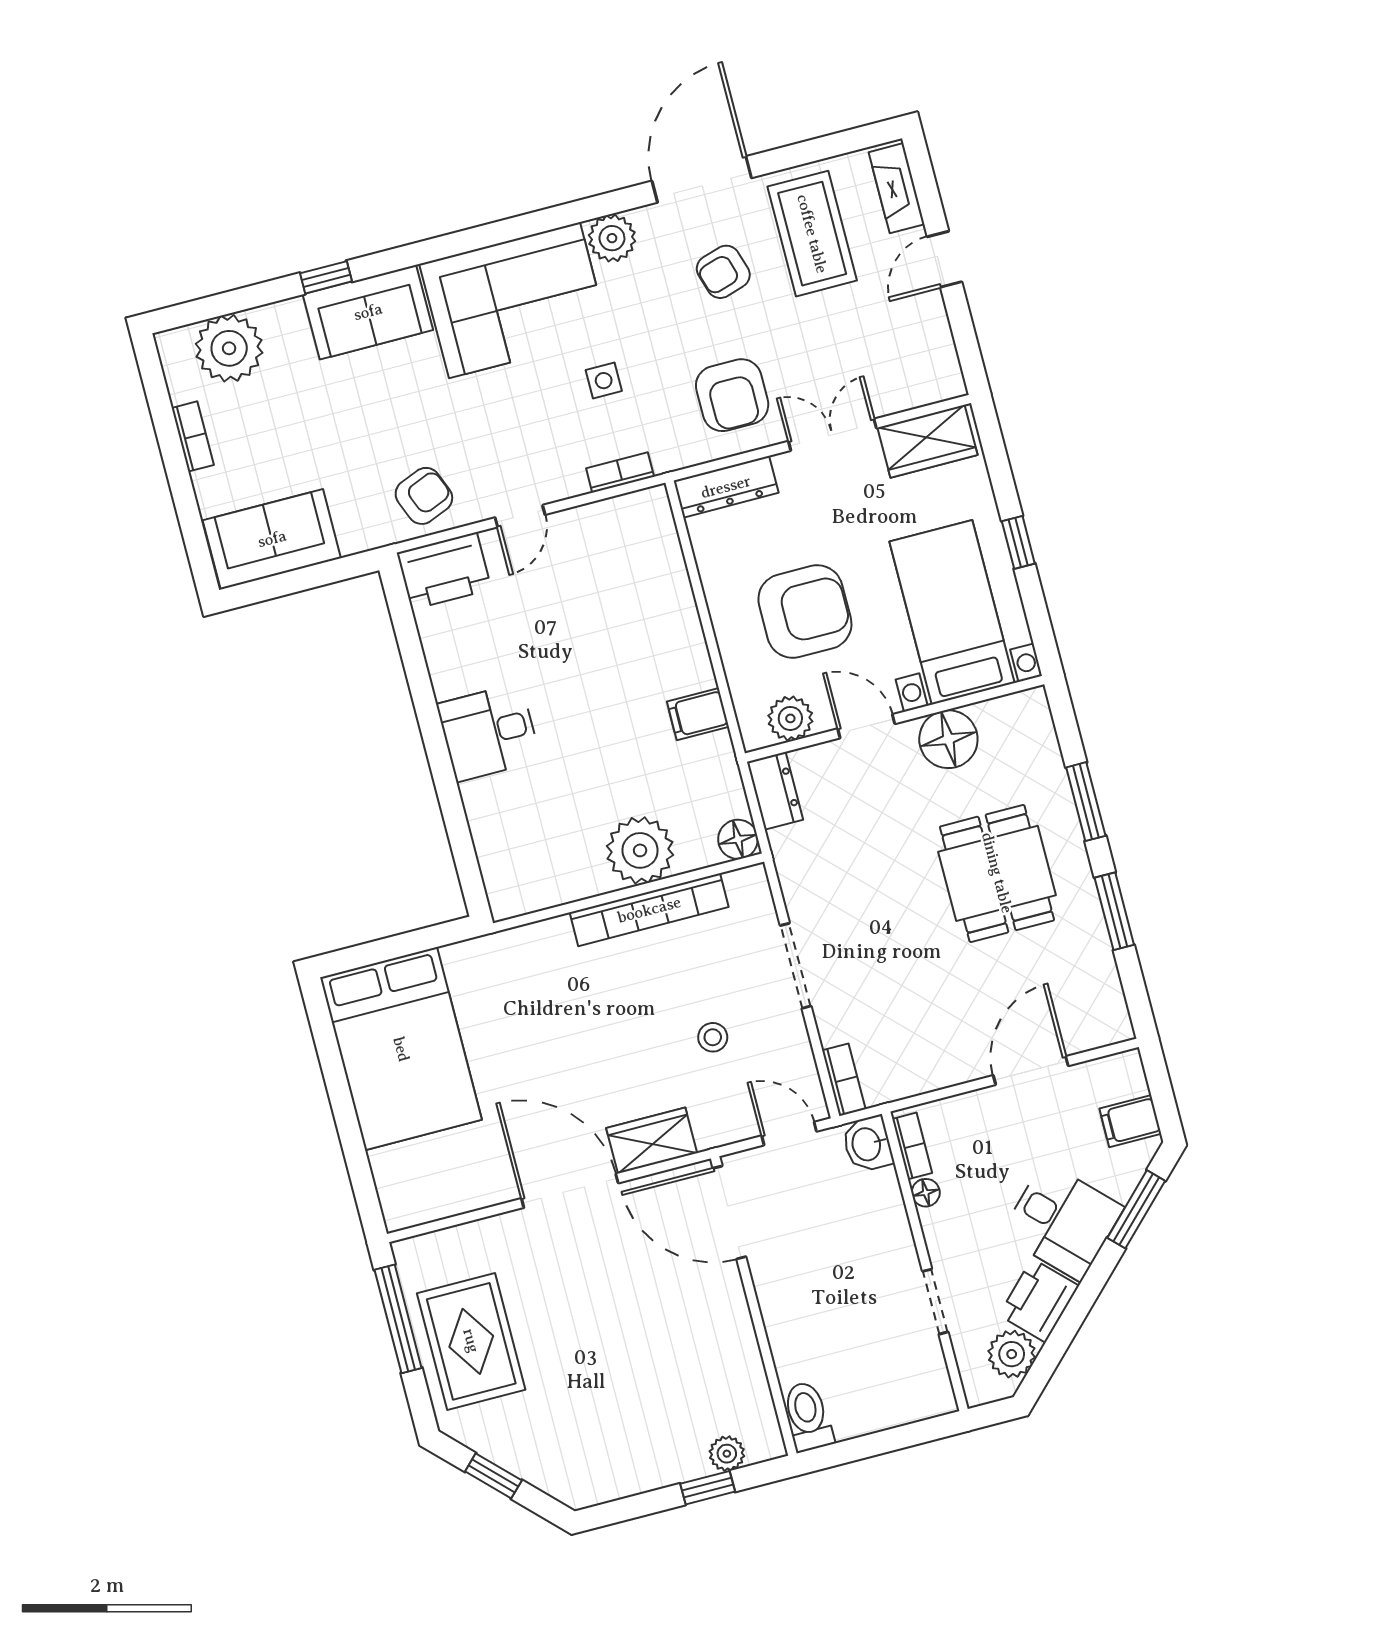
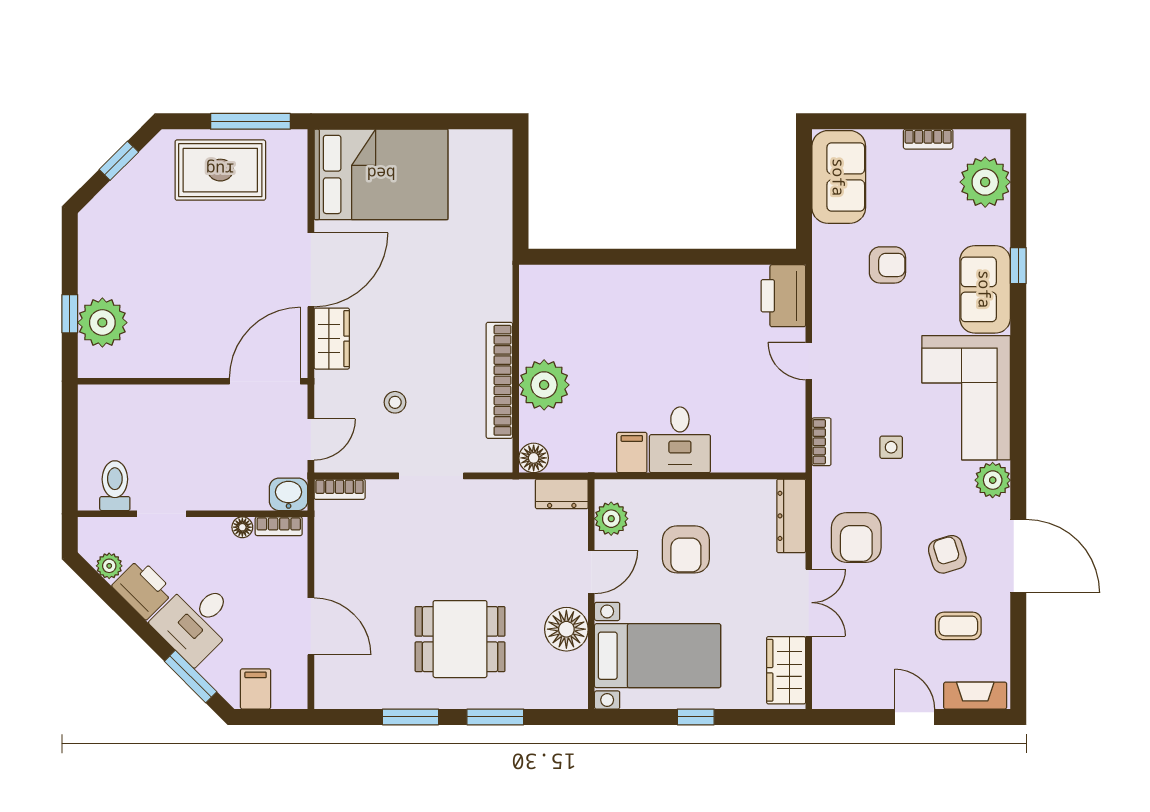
coffee table: (812, 234) -> (958, 626), width x0.54, depth x0.58
armchair: (732, 395) -> (856, 537), turned -90
armchair: (424, 496) -> (887, 265), moved, turned -68
armchair: (805, 612) -> (686, 549), width x0.73, depth x0.73
desk: (489, 732) -> (680, 440), moved, turned 180
bed: (401, 1049) -> (381, 174), moved, turned 180
plant: (1012, 1354) -> (109, 566), width x0.73, depth x0.73
toilet: (808, 1416) -> (115, 486), moved, turned -90
plant: (727, 1454) -> (102, 323), width x1.87, depth x1.87

